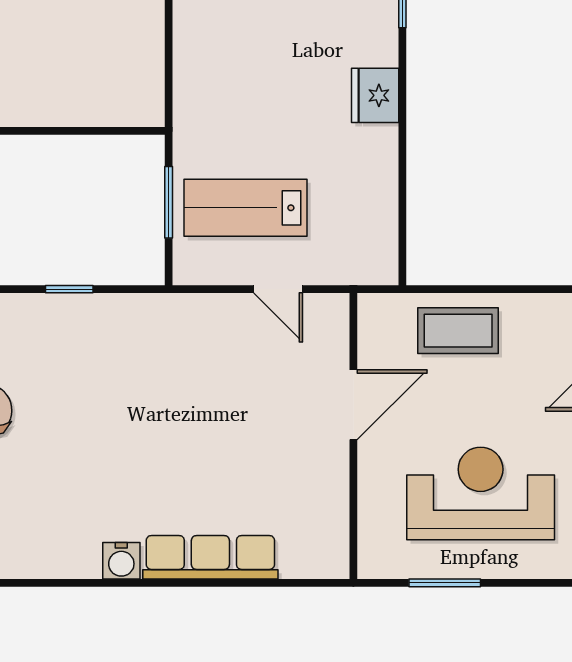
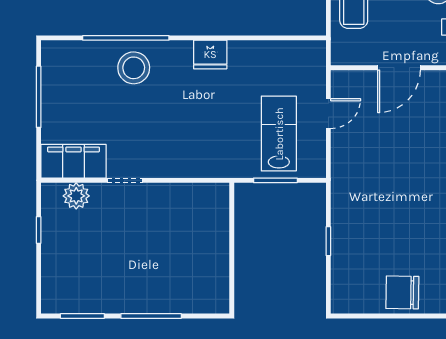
lab bench: (245, 208) -> (279, 134), turned 180
door: (353, 405) -> (399, 68), swing flipped

